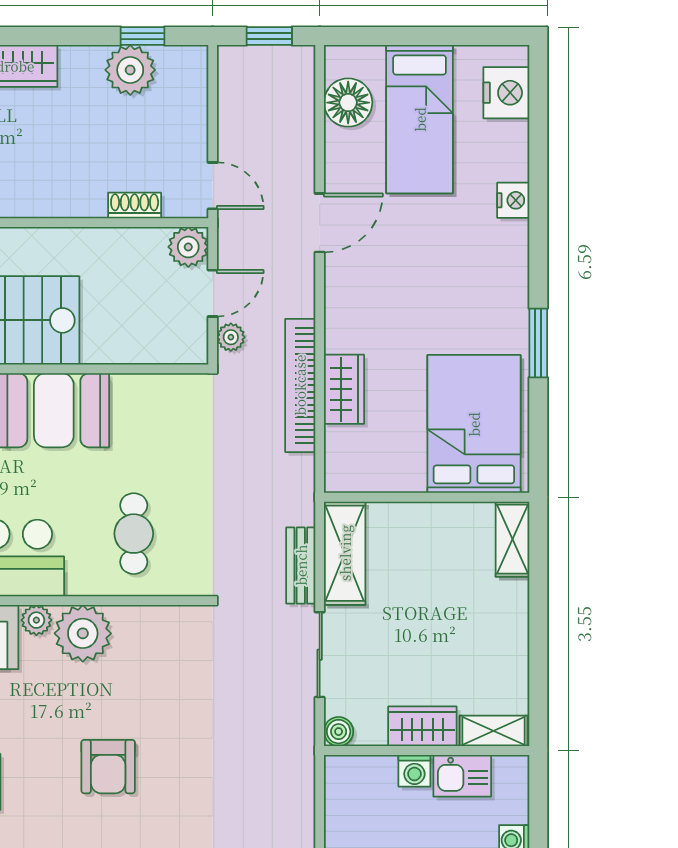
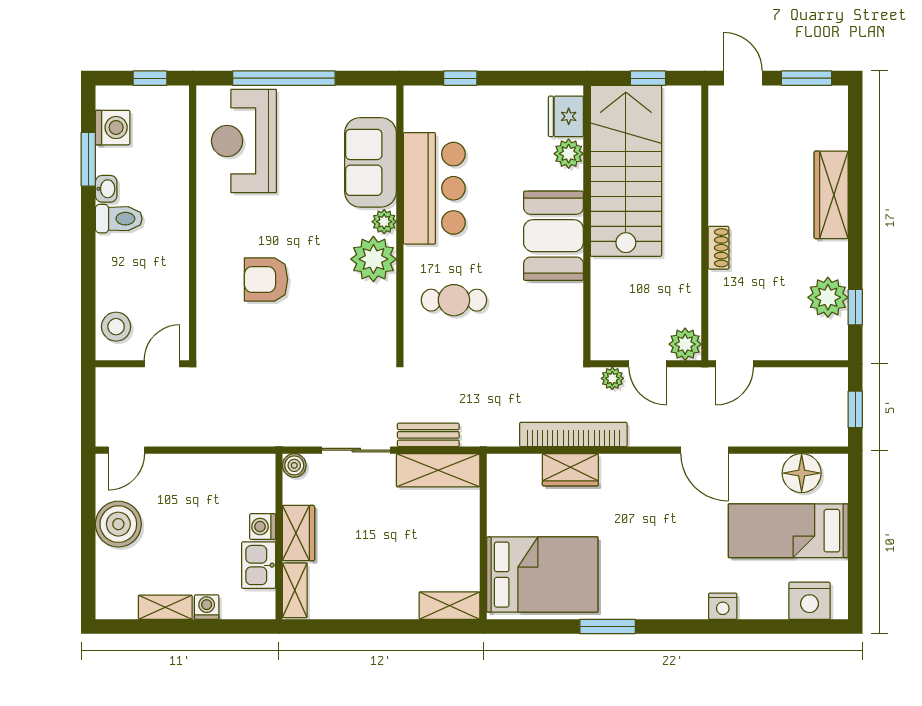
shoe rack: (135, 205) -> (719, 248), moved

